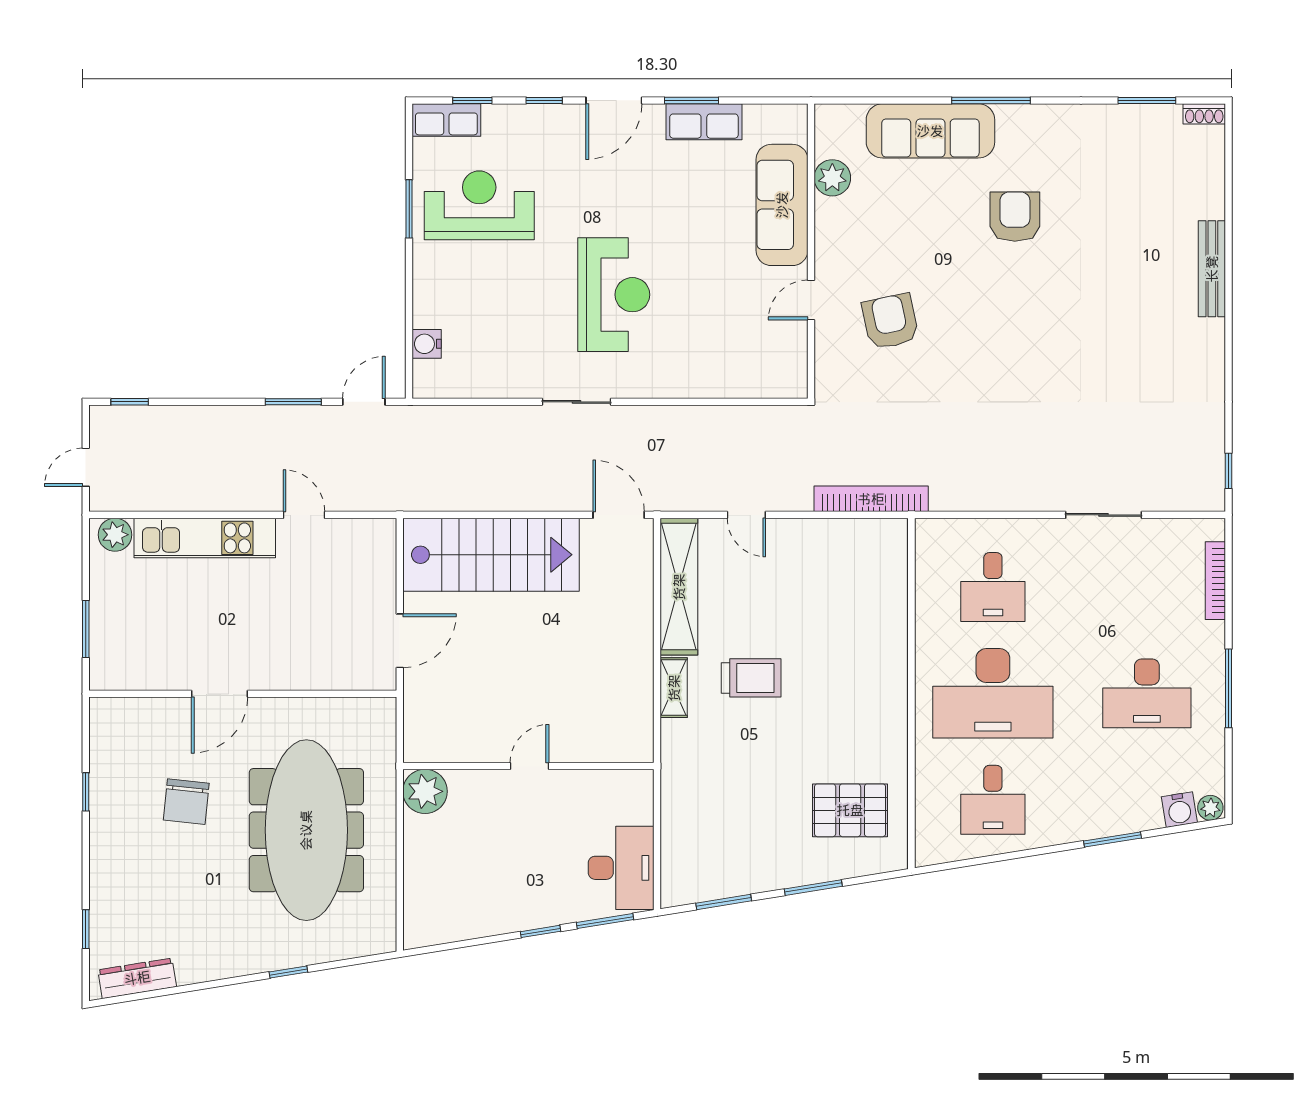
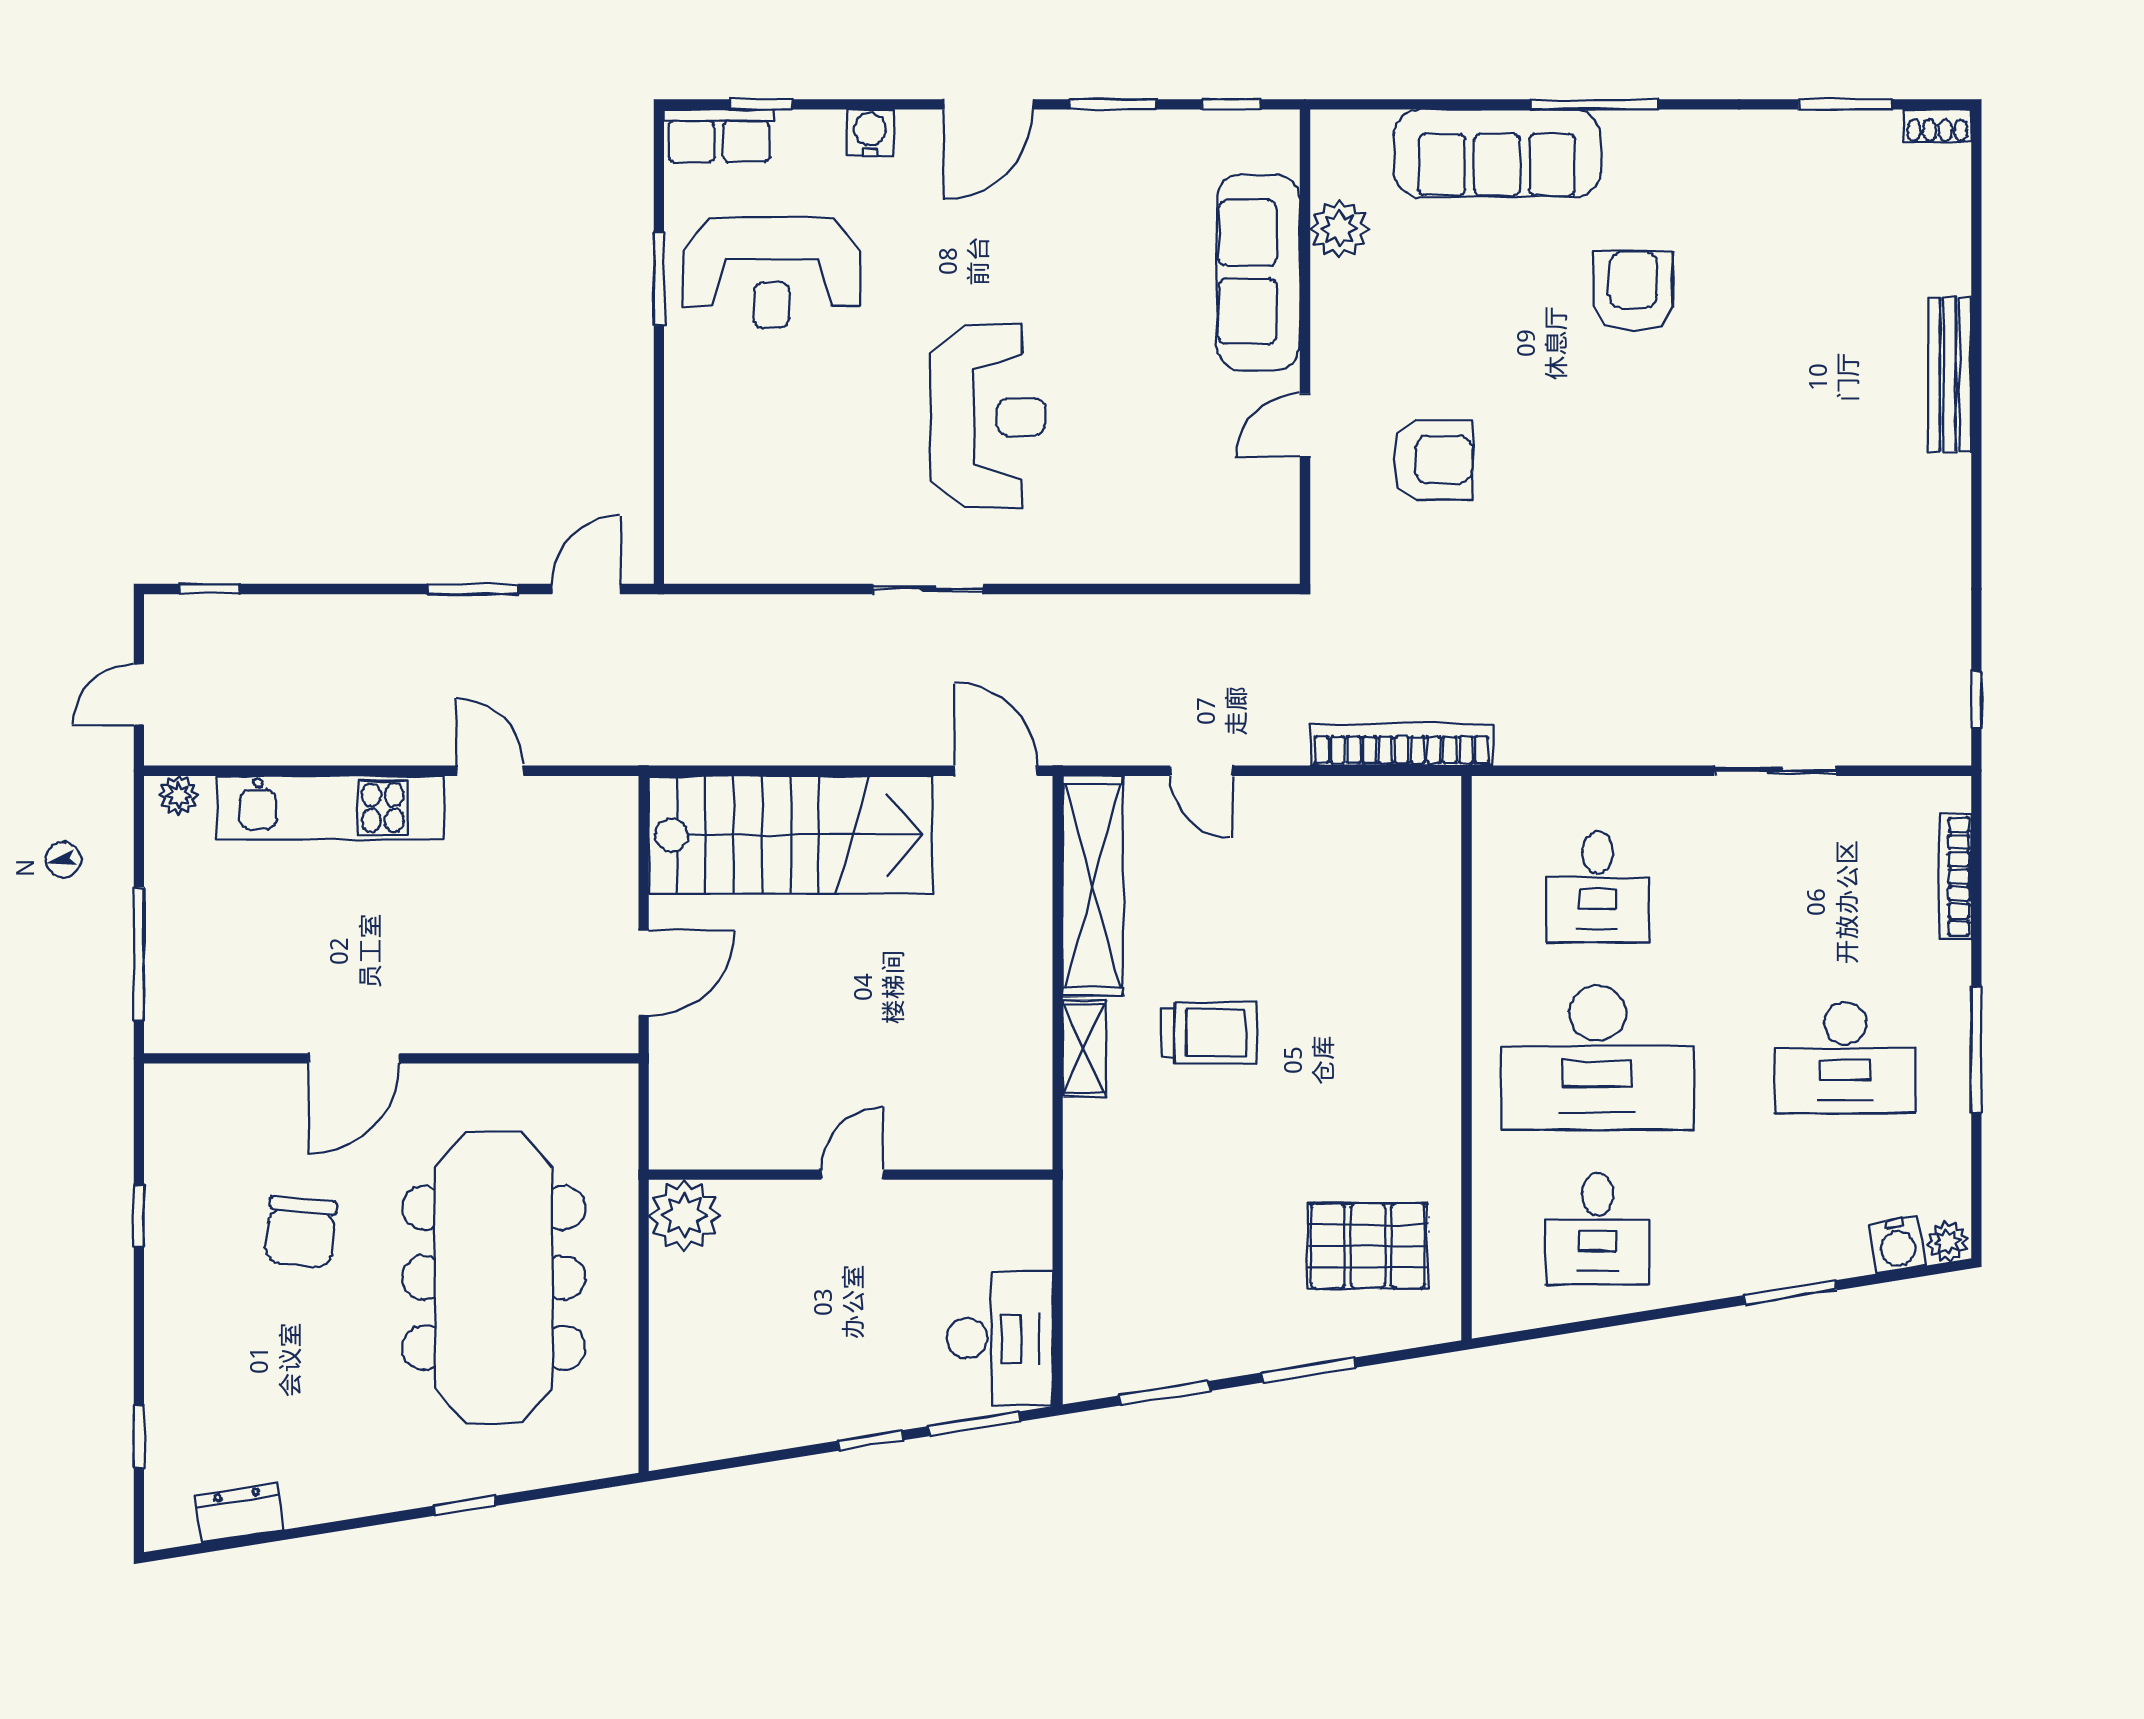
window: (544, 100) -> (1231, 104), moved
row of seats: (704, 122) -> (1133, 139), removed
reception desk: (479, 205) -> (772, 273), turned 180
armchair: (890, 321) -> (1433, 460), turned 102
water cooler: (427, 344) -> (870, 133), moved, turned 90
plant: (115, 535) -> (179, 795), width x0.73, depth x0.73
window: (86, 629) -> (139, 954), width x1.44
dresser: (137, 978) -> (240, 1513), width x0.70

